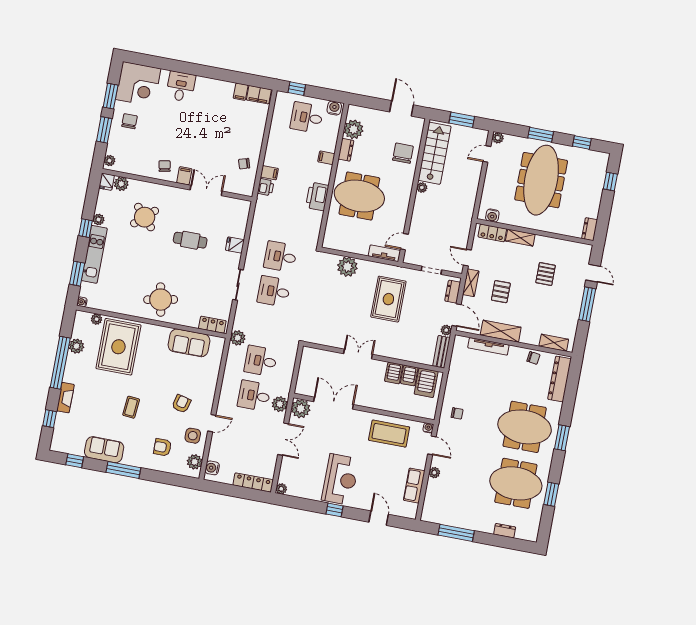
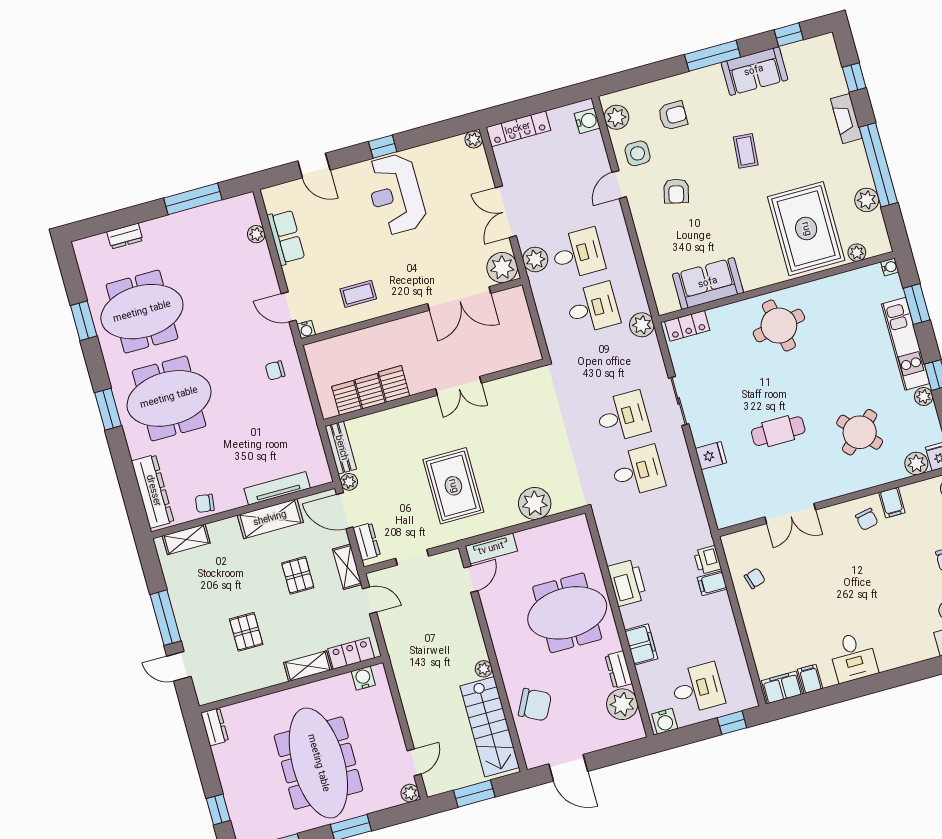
desk: (181, 87) -> (853, 657), moved
chair: (403, 153) -> (535, 705), turned -63
filing cabinet: (326, 158) -> (641, 645), width x2.00
filing cabinet: (184, 176) -> (892, 503), moved
server rack: (426, 383) -> (346, 398), width x0.73, depth x0.70
coffee table: (389, 434) -> (358, 294), width x0.54, depth x0.58
plant: (434, 473) -> (256, 234), moved

